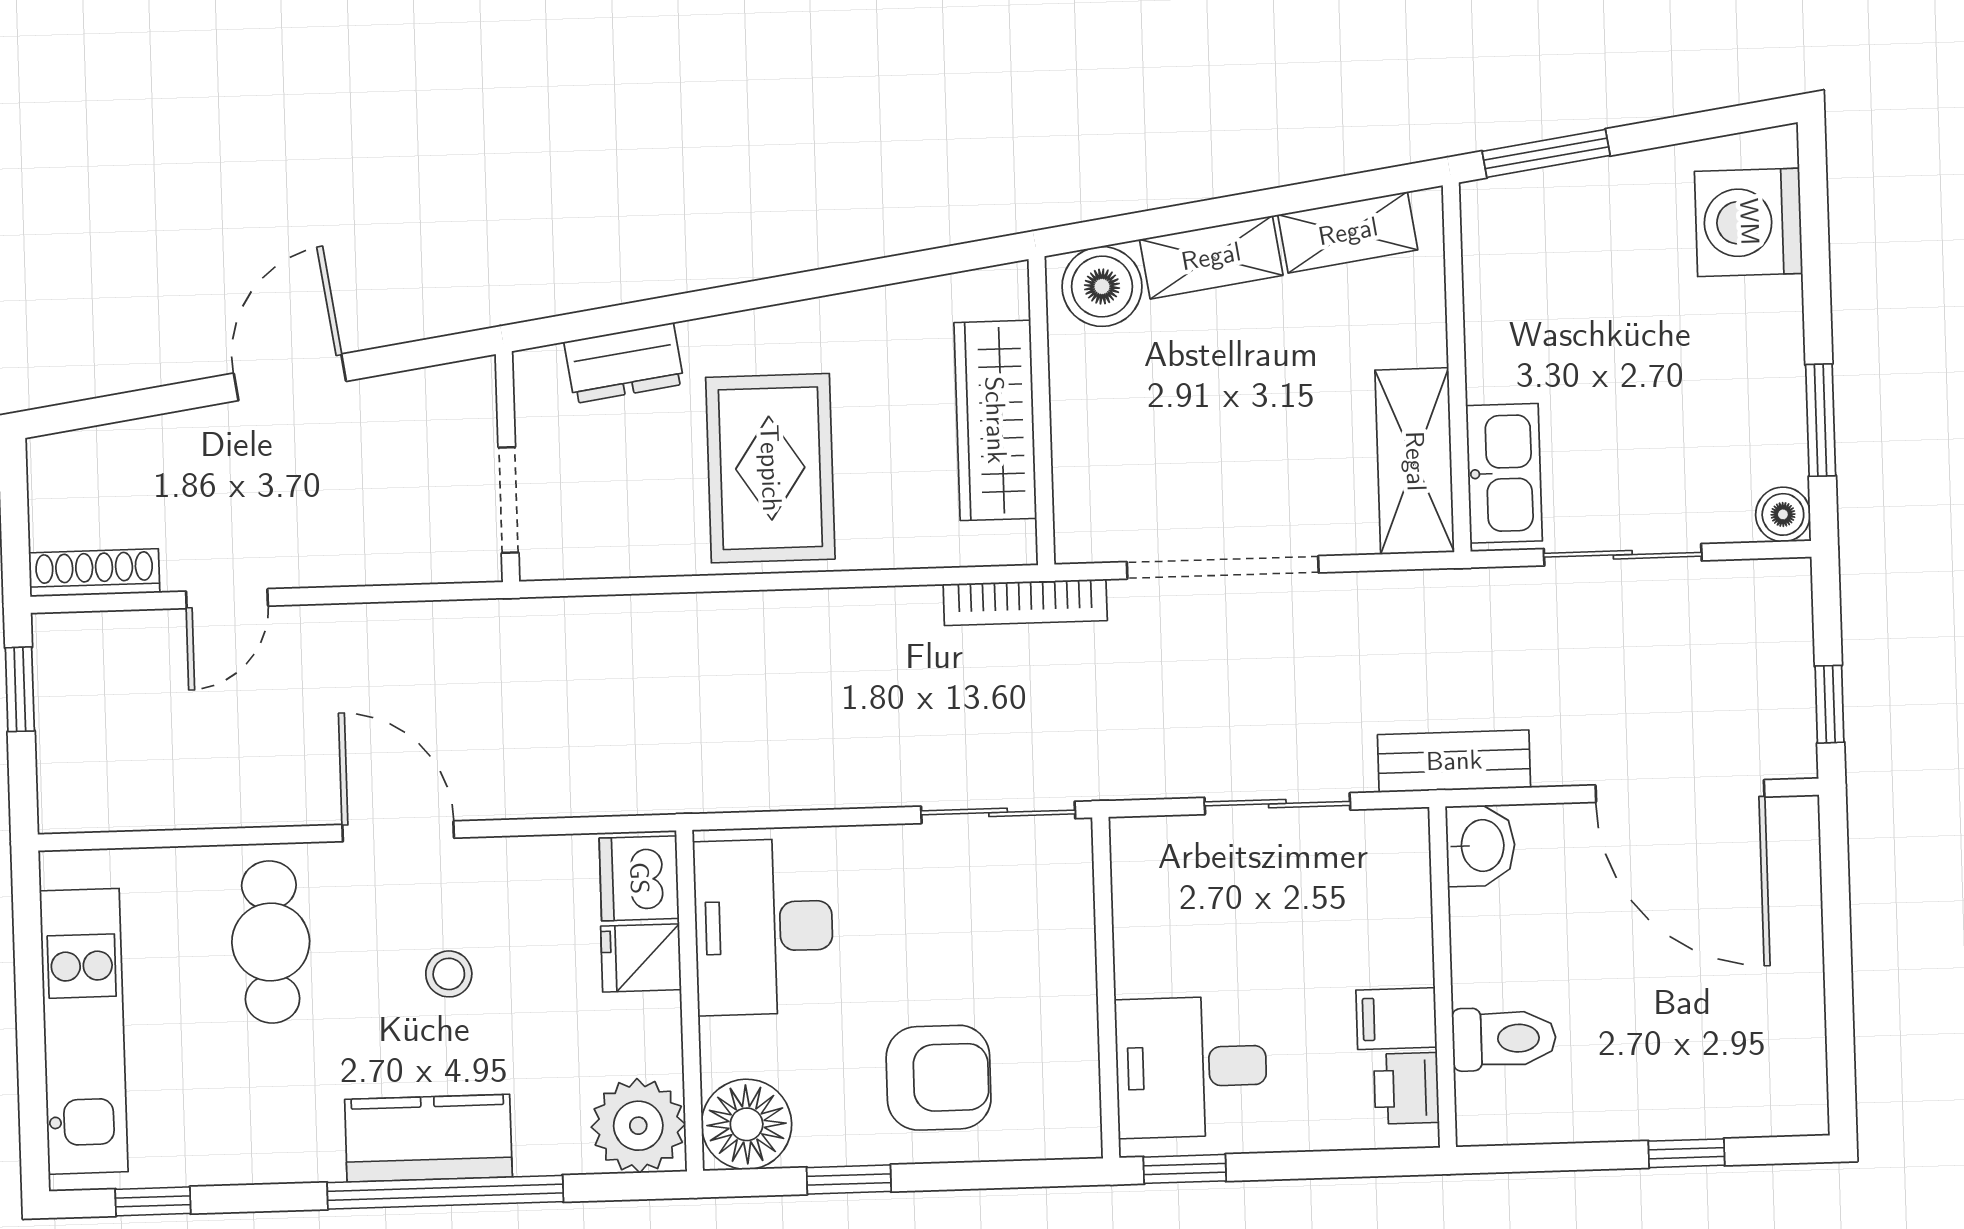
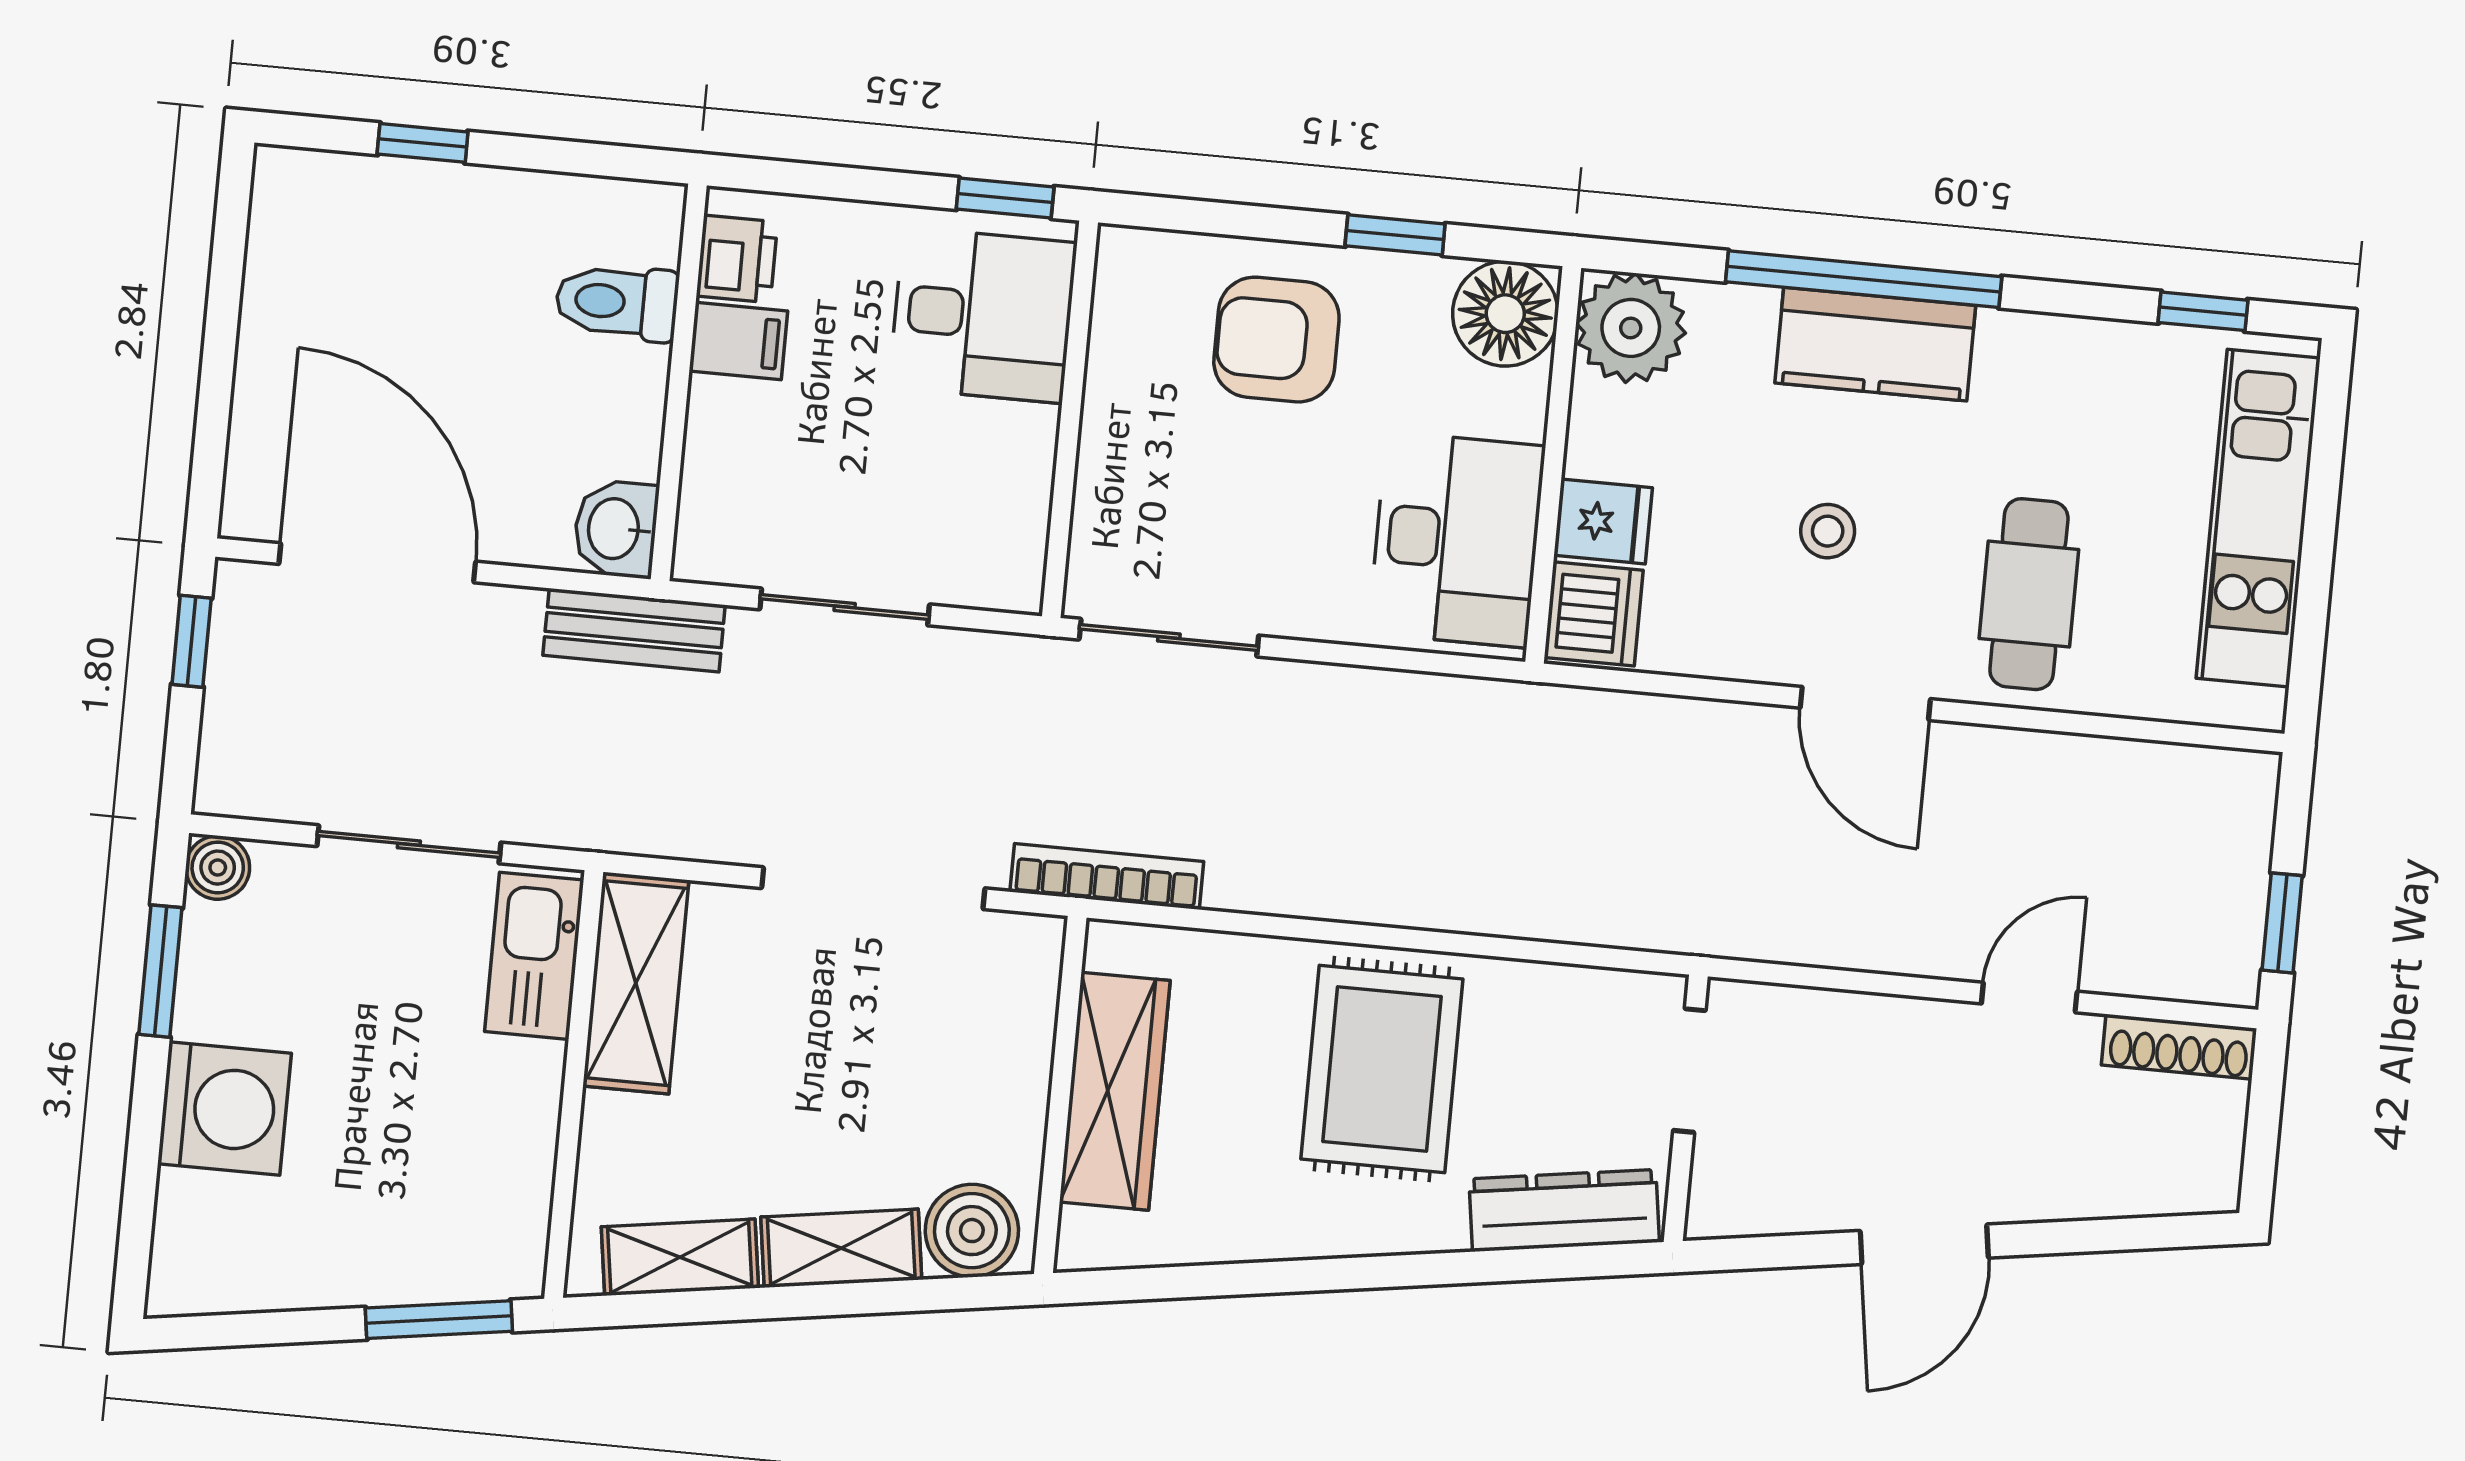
washing machine: (1749, 222) -> (224, 1109), moved
dresser: (624, 363) -> (1564, 1211), width x1.44

